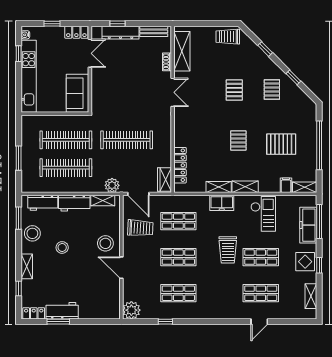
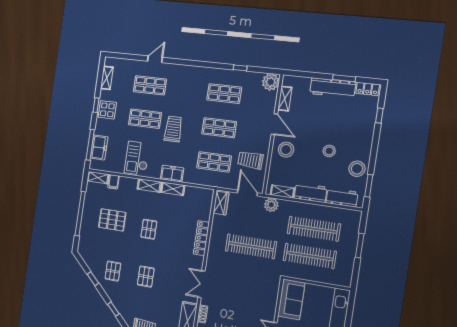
locker: (180, 165) -> (201, 238), moved
freezer: (308, 225) -> (99, 147), width x0.71
shelving: (27, 266) -> (285, 99), moved
workbench: (62, 311) -> (333, 88), width x1.38

